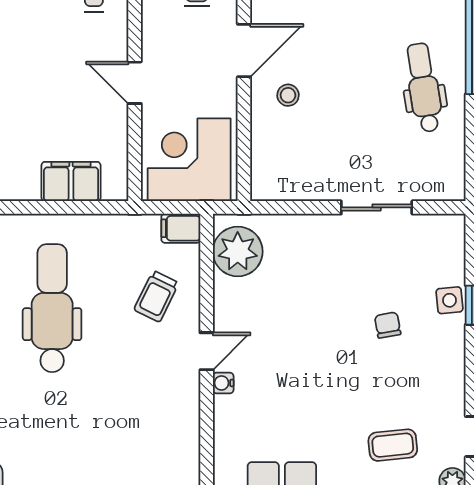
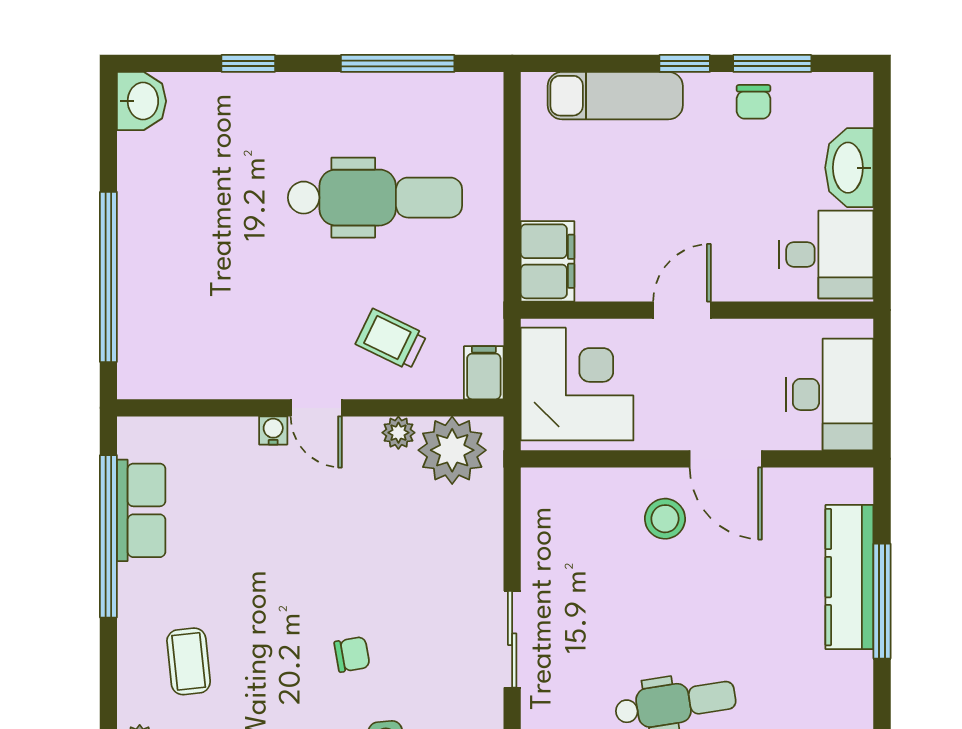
stool: (288, 95) -> (665, 519), width x1.37, depth x1.37
filing cabinet: (71, 181) -> (548, 261), moved
plant: (225, 291) -> (398, 433), added

